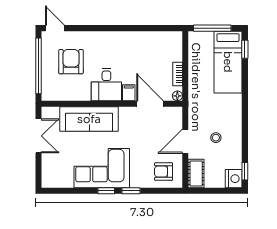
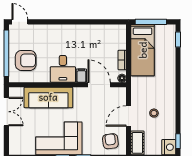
armchair: (71, 62) -> (26, 60), moved, turned 90
bed: (228, 62) -> (143, 50), moved
armchair: (164, 172) -> (110, 141), turned 83

